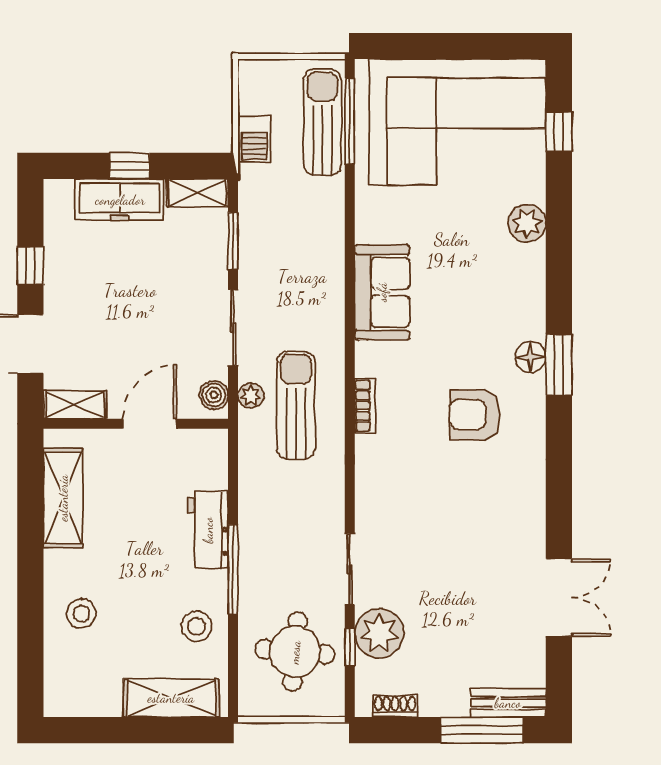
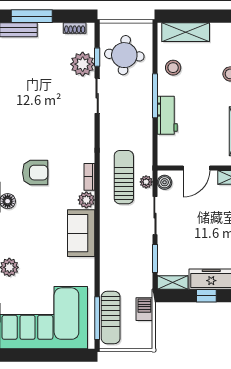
plant: (371, 359) -> (86, 200), added
sun lounger: (296, 405) -> (124, 177), turned 180

